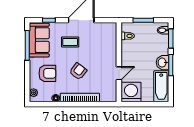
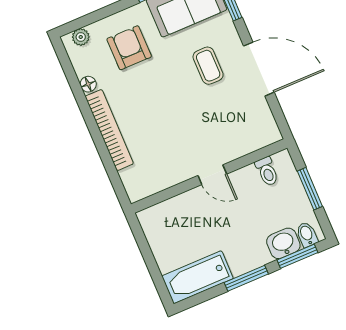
washbasin: (162, 63) -> (283, 243), moved
armchair: (78, 71) -> (158, 105), removed
armchair: (47, 73) -> (129, 48), turned 180
door: (119, 73) -> (212, 175), moved
washing machine: (131, 92) -> (162, 224), removed

